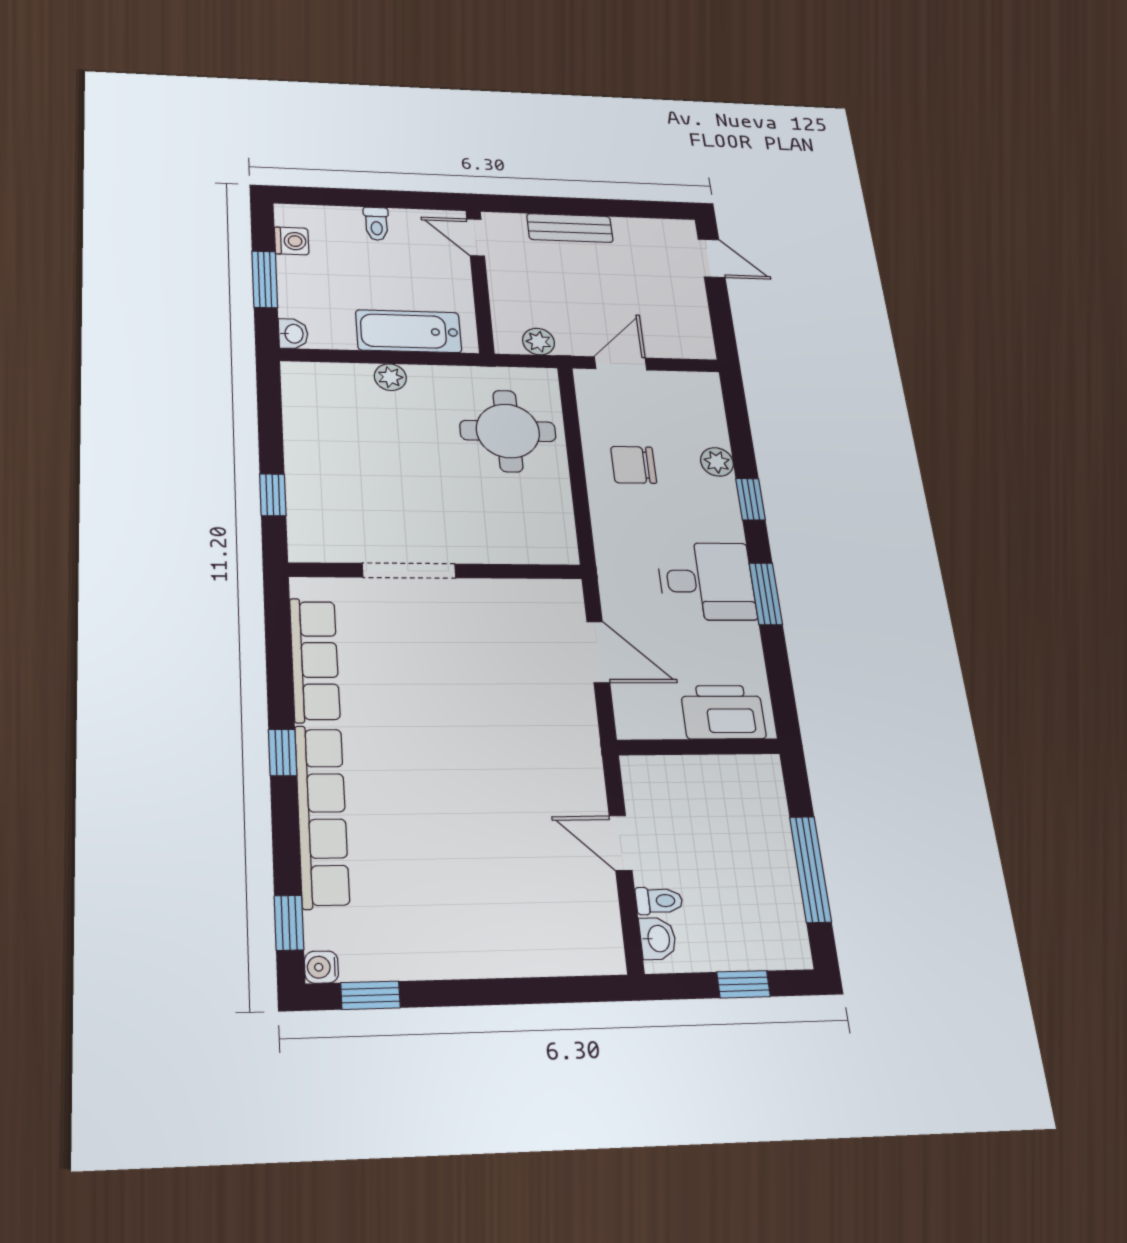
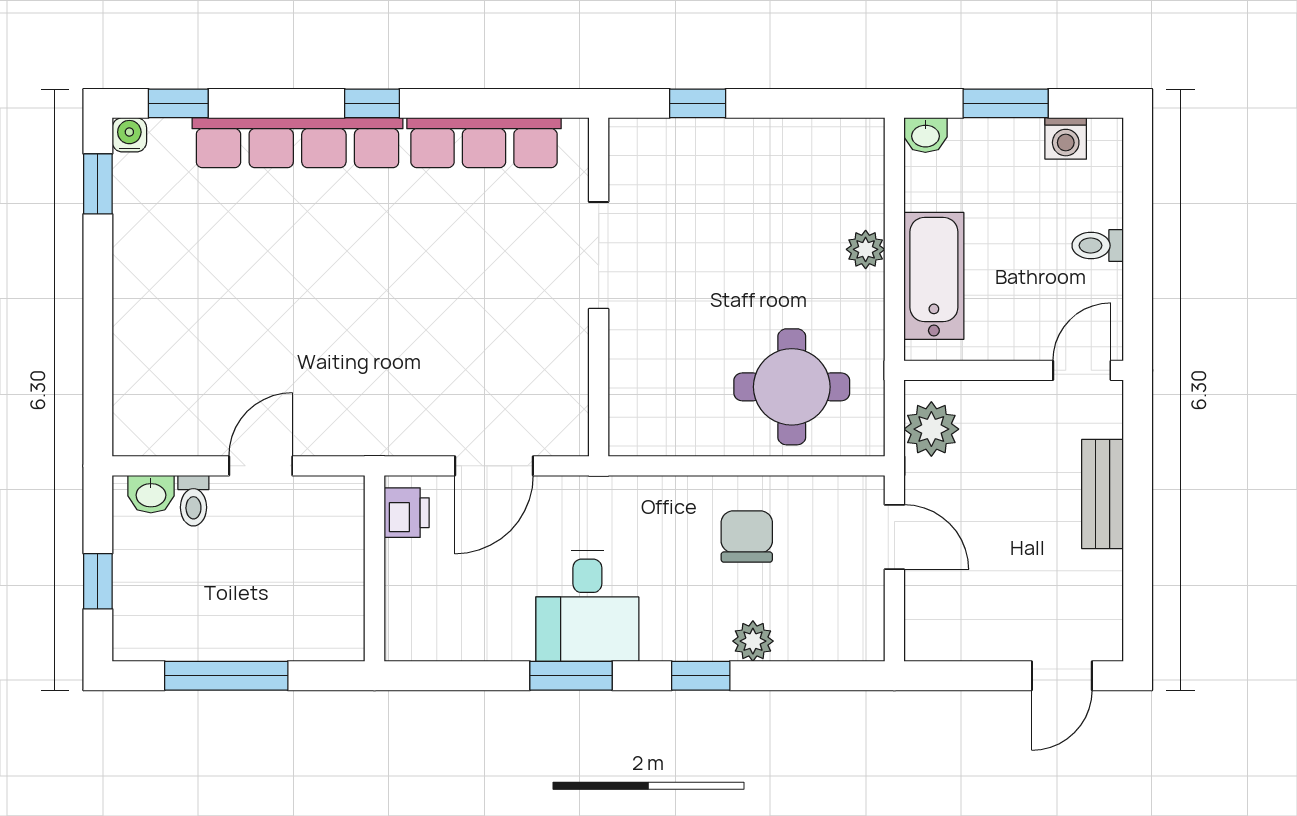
plant: (538, 342) -> (931, 429), width x1.38, depth x1.38
printer: (723, 712) -> (407, 513), moved, width x0.53, depth x0.68

